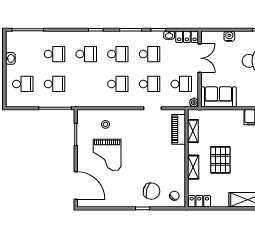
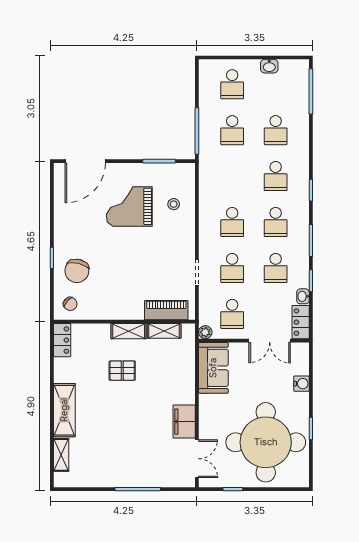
pallet: (220, 160) -> (122, 371), width x0.67, depth x0.71
shelving: (193, 167) -> (129, 331), moved

